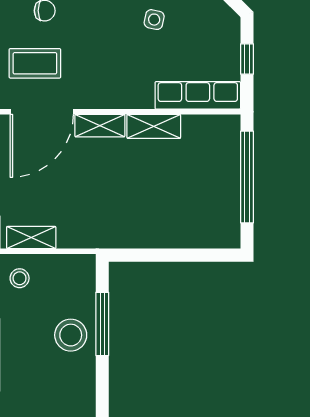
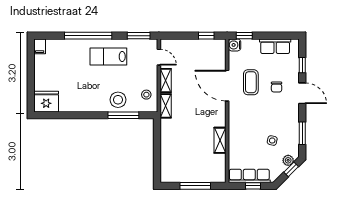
row of seats: (198, 95) -> (249, 176), moved, turned -90
shelving: (100, 126) -> (166, 106), moved
window: (247, 177) -> (195, 186), width x0.68
stool: (20, 278) -> (146, 95), moved

